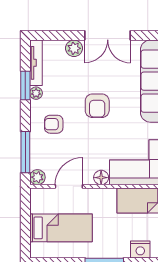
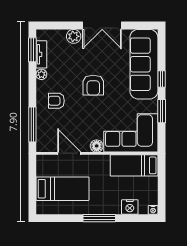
tv unit: (36, 63) -> (41, 54), width x0.71
window: (25, 86) -> (32, 50), moved
plant: (37, 177) -> (43, 146), removed
door: (69, 186) -> (69, 153), hinge flipped

